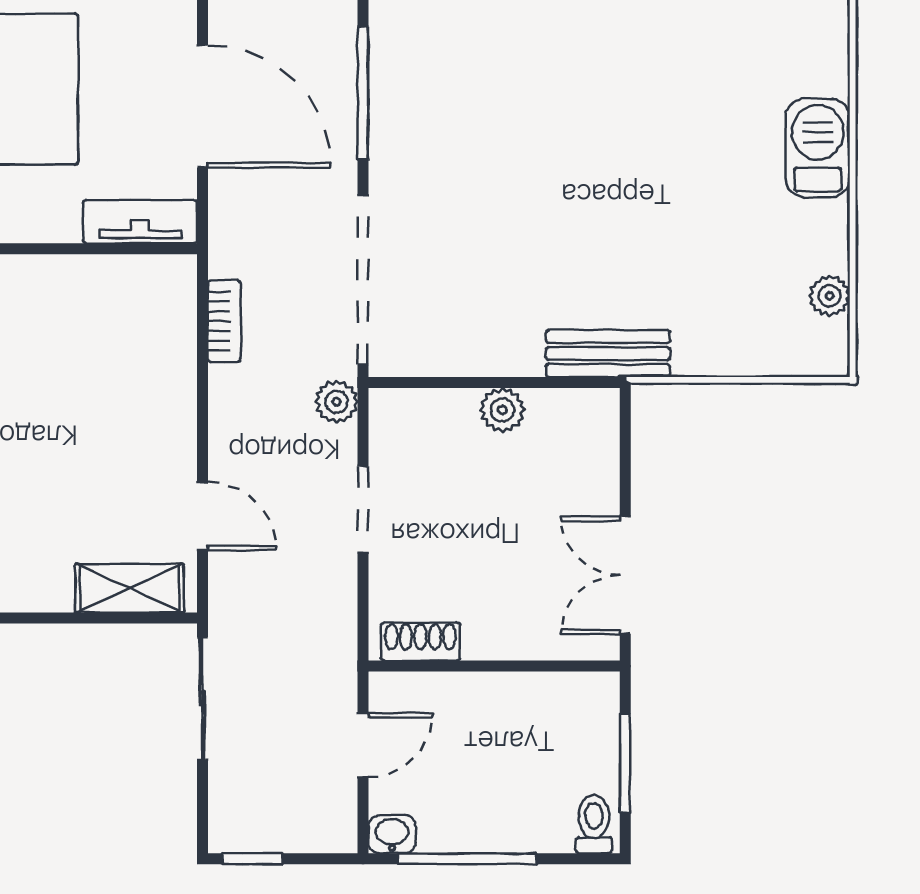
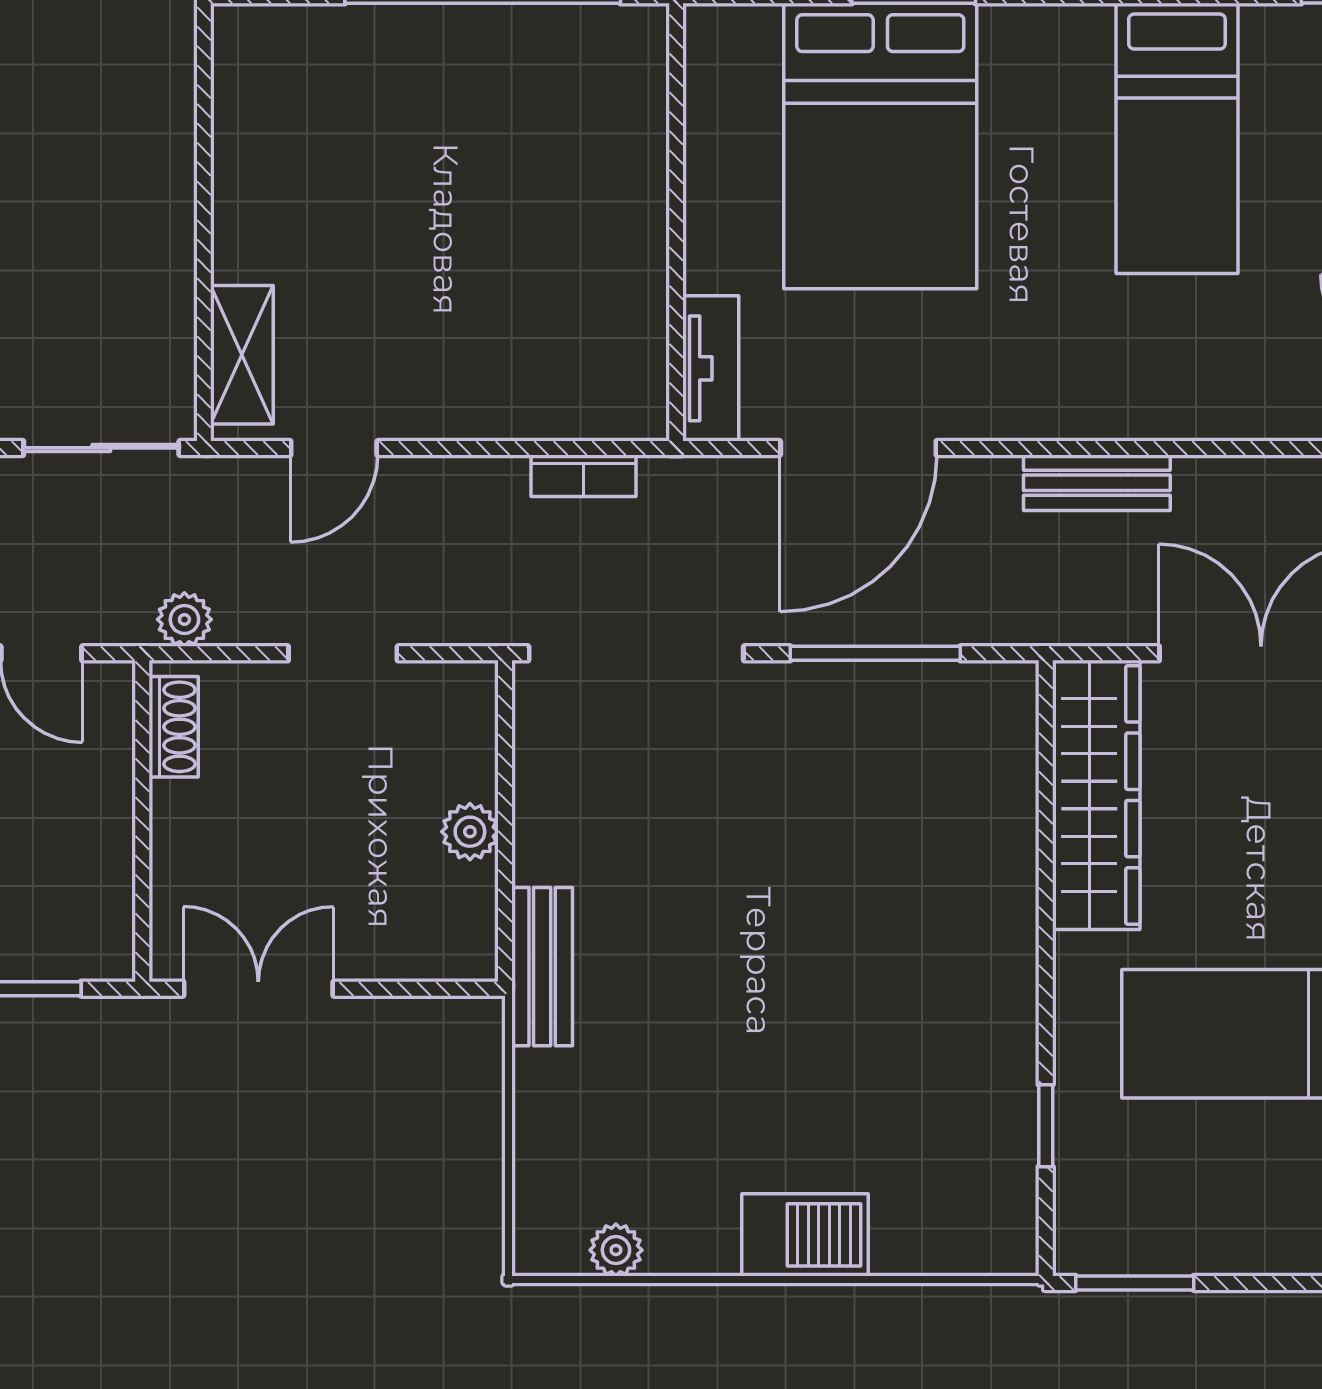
plant: (337, 402) -> (184, 619), moved

